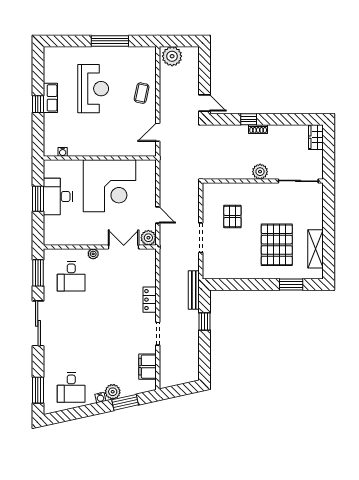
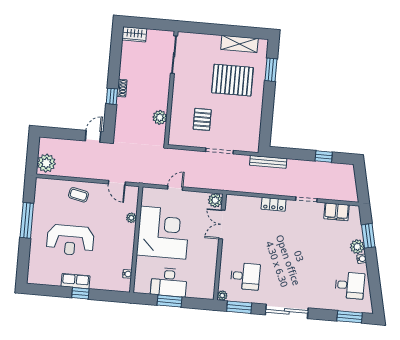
reception desk: (93, 89) -> (70, 240), turned 180
plant: (122, 151) -> (131, 218), added
plant: (260, 172) -> (160, 117), moved
door: (158, 215) -> (175, 188), moved
pallet: (232, 216) -> (202, 119), turned 90
plant: (93, 254) -> (222, 296), moved
window: (205, 321) -> (324, 157), moved

